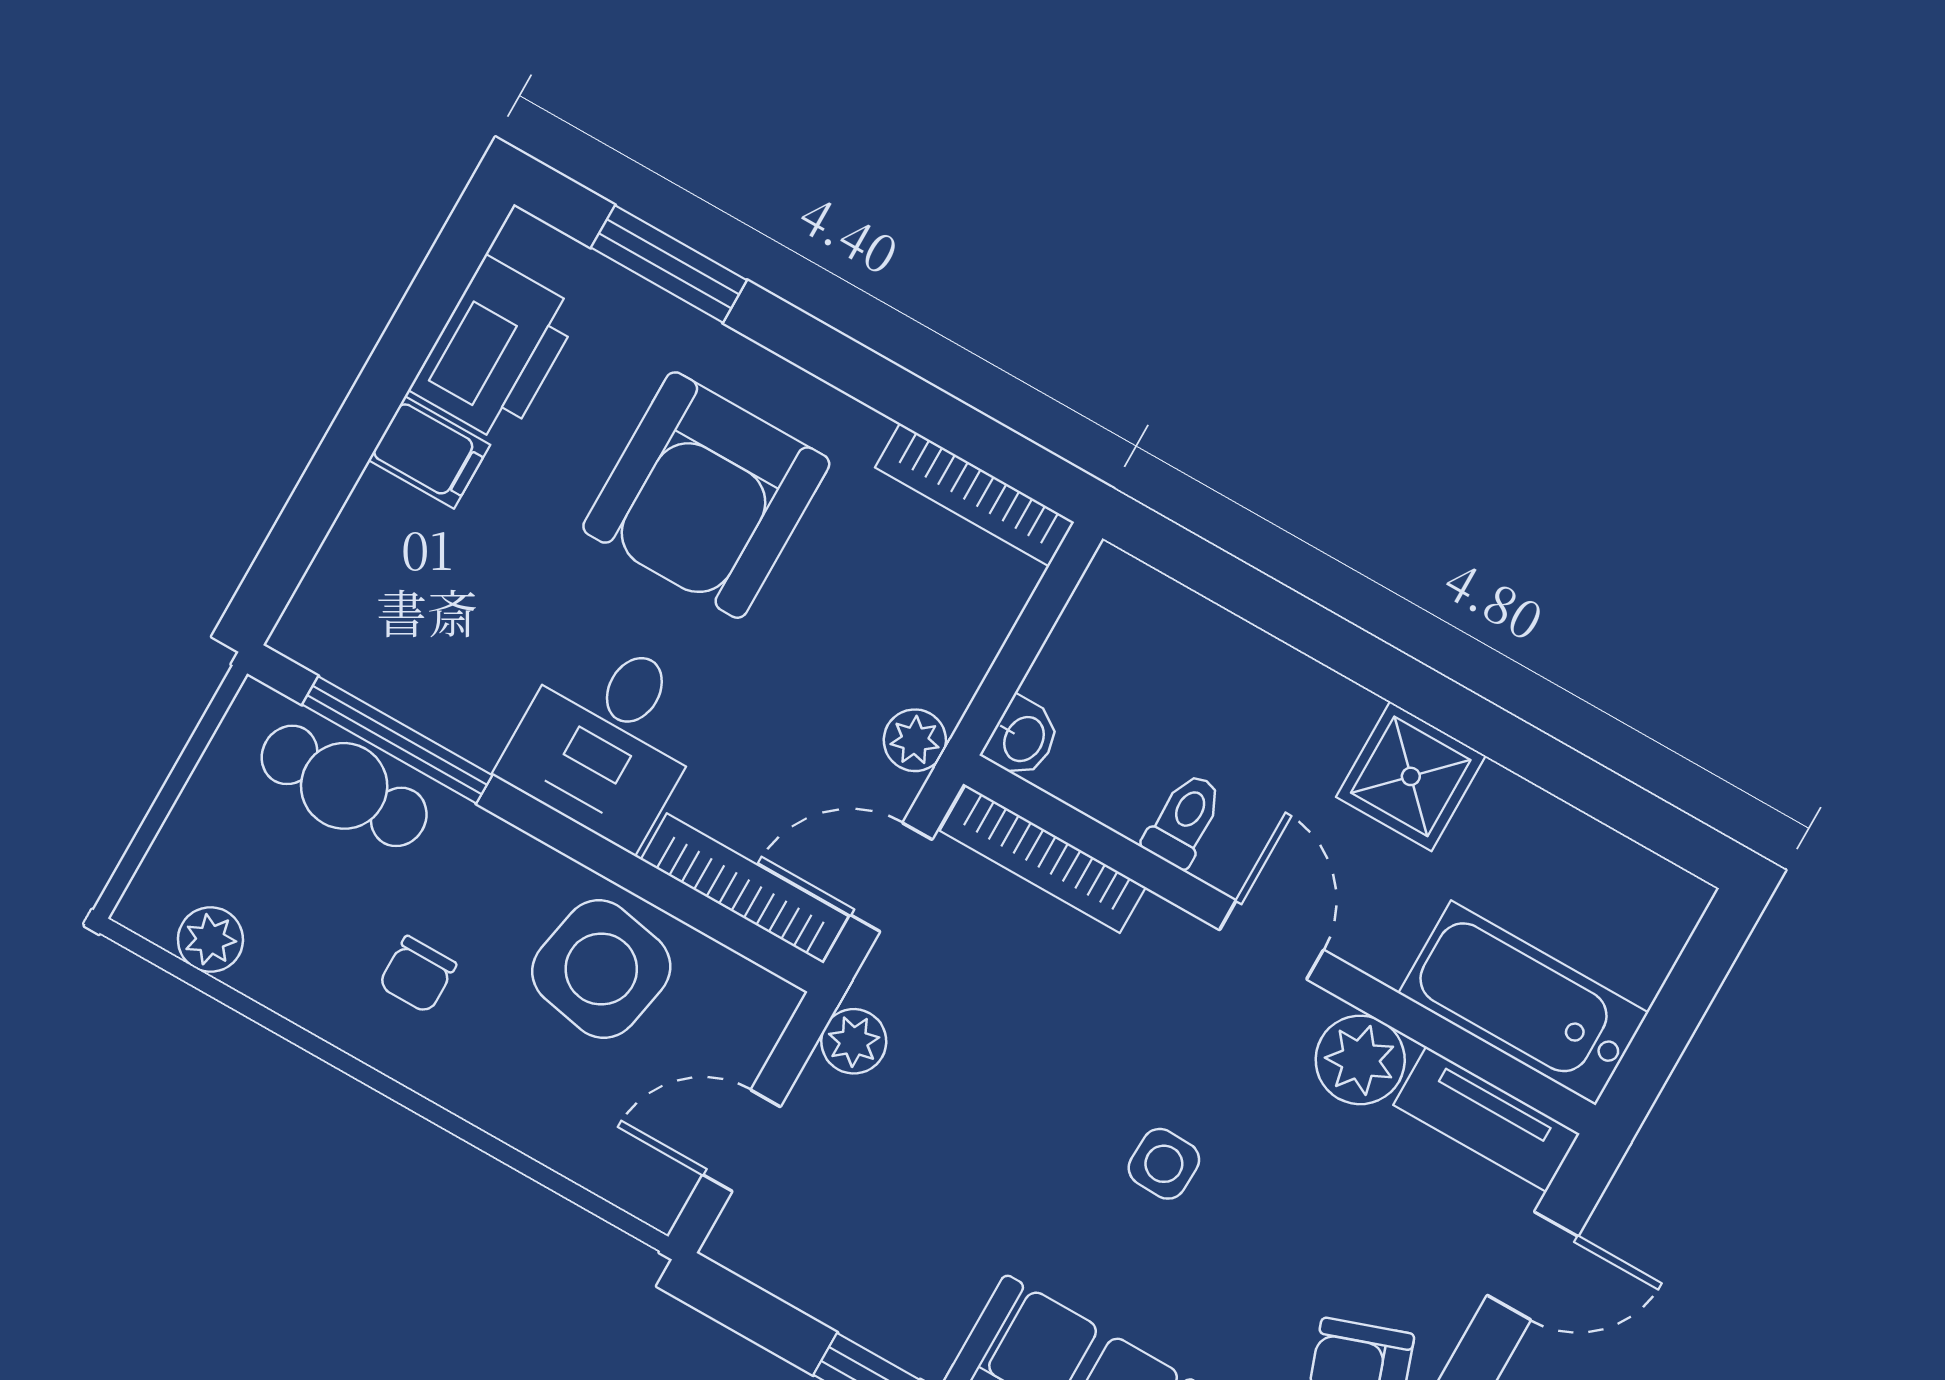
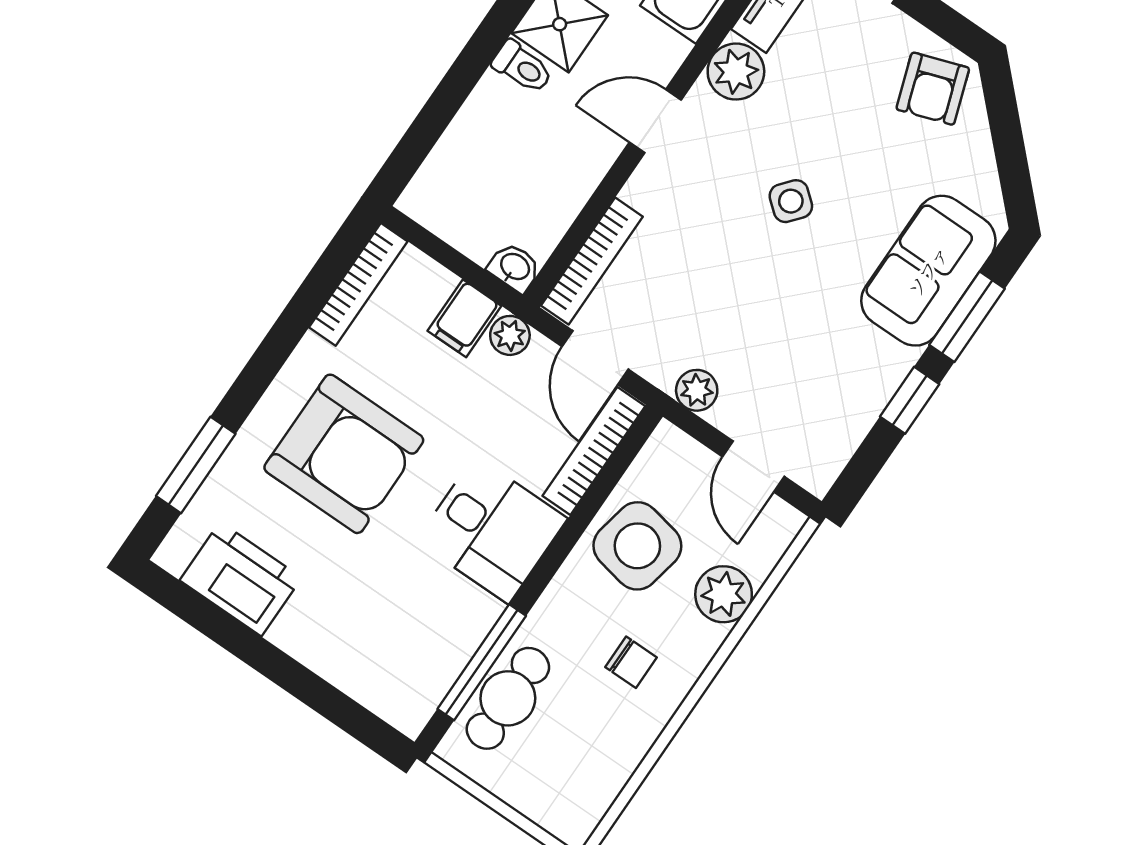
filing cabinet: (429, 452) -> (464, 318), moved, turned 180
toilet: (1184, 820) -> (522, 67), moved, turned 180
plant: (210, 940) -> (724, 594), moved, width x1.38, depth x1.38
side table: (1164, 1164) -> (791, 201), turned 38

